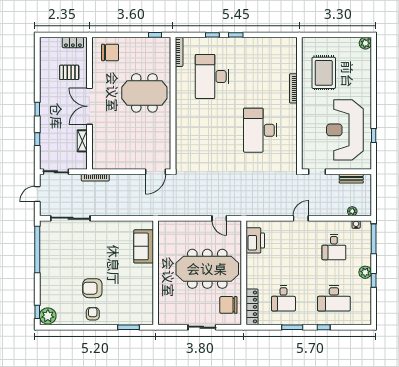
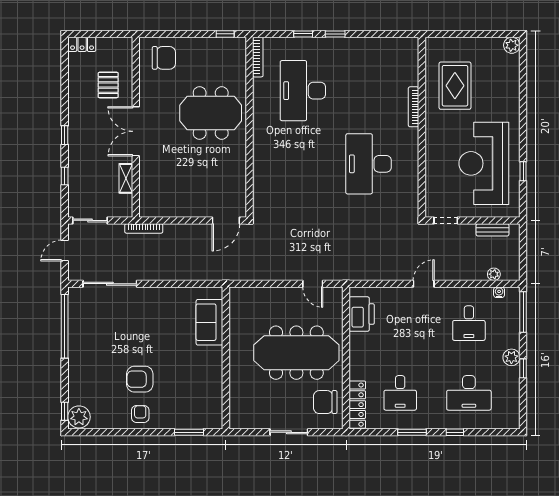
locker: (73, 43) -> (82, 44), moved
pallet: (69, 72) -> (108, 85), turned 90

